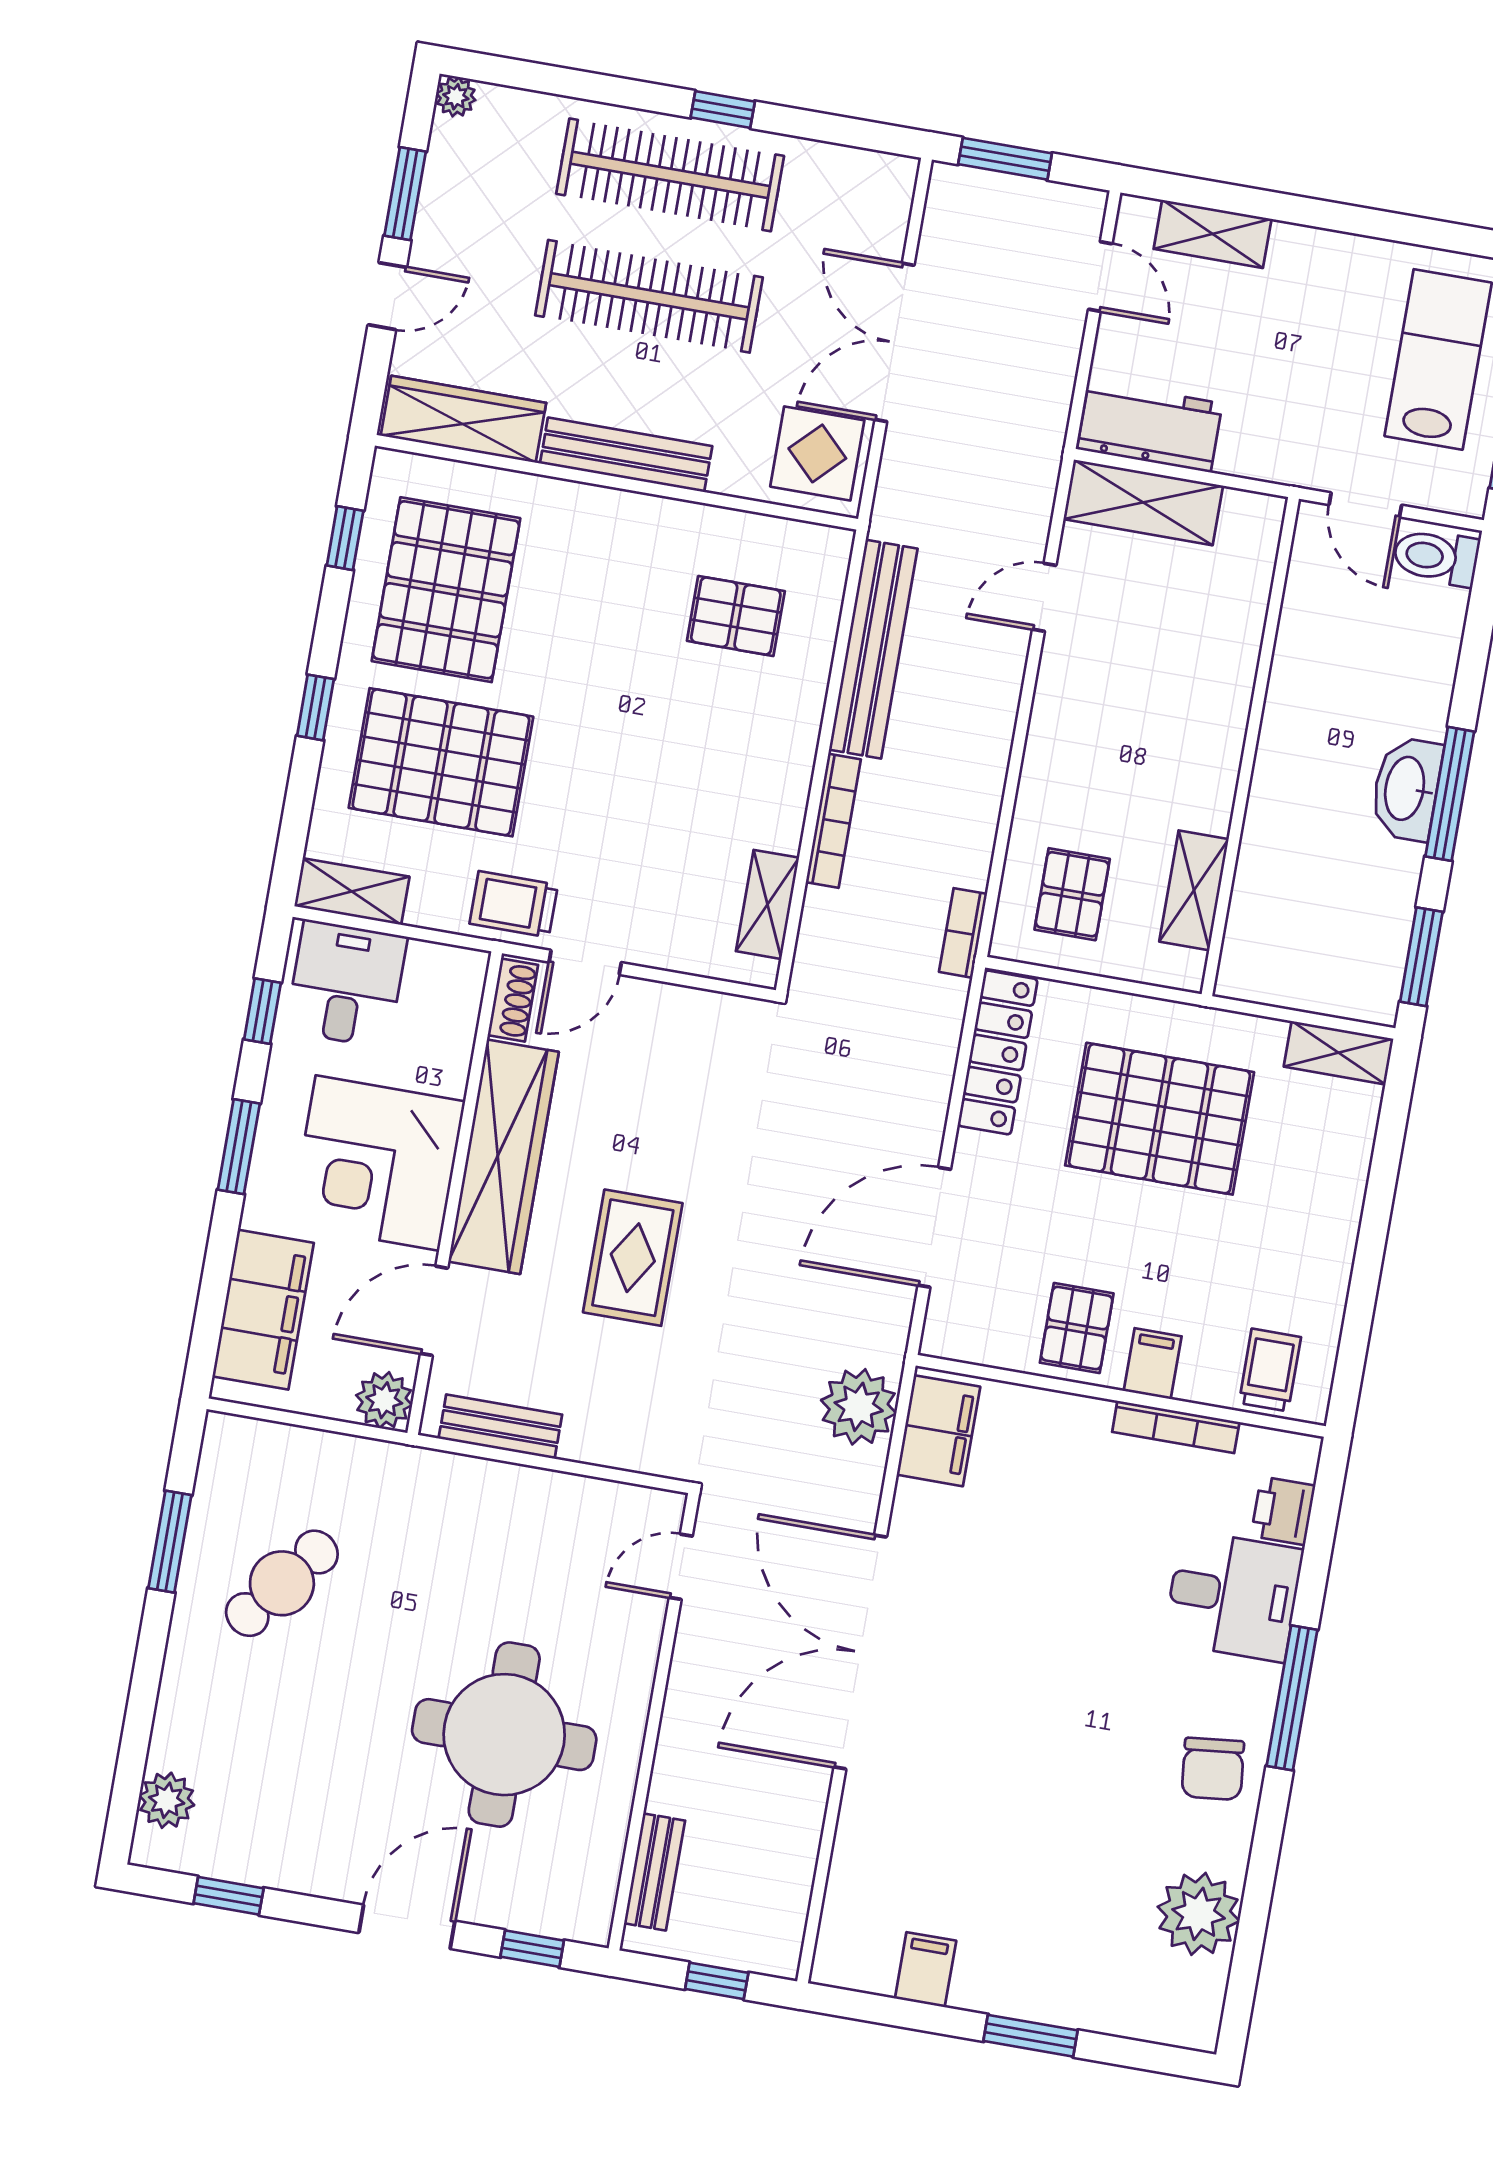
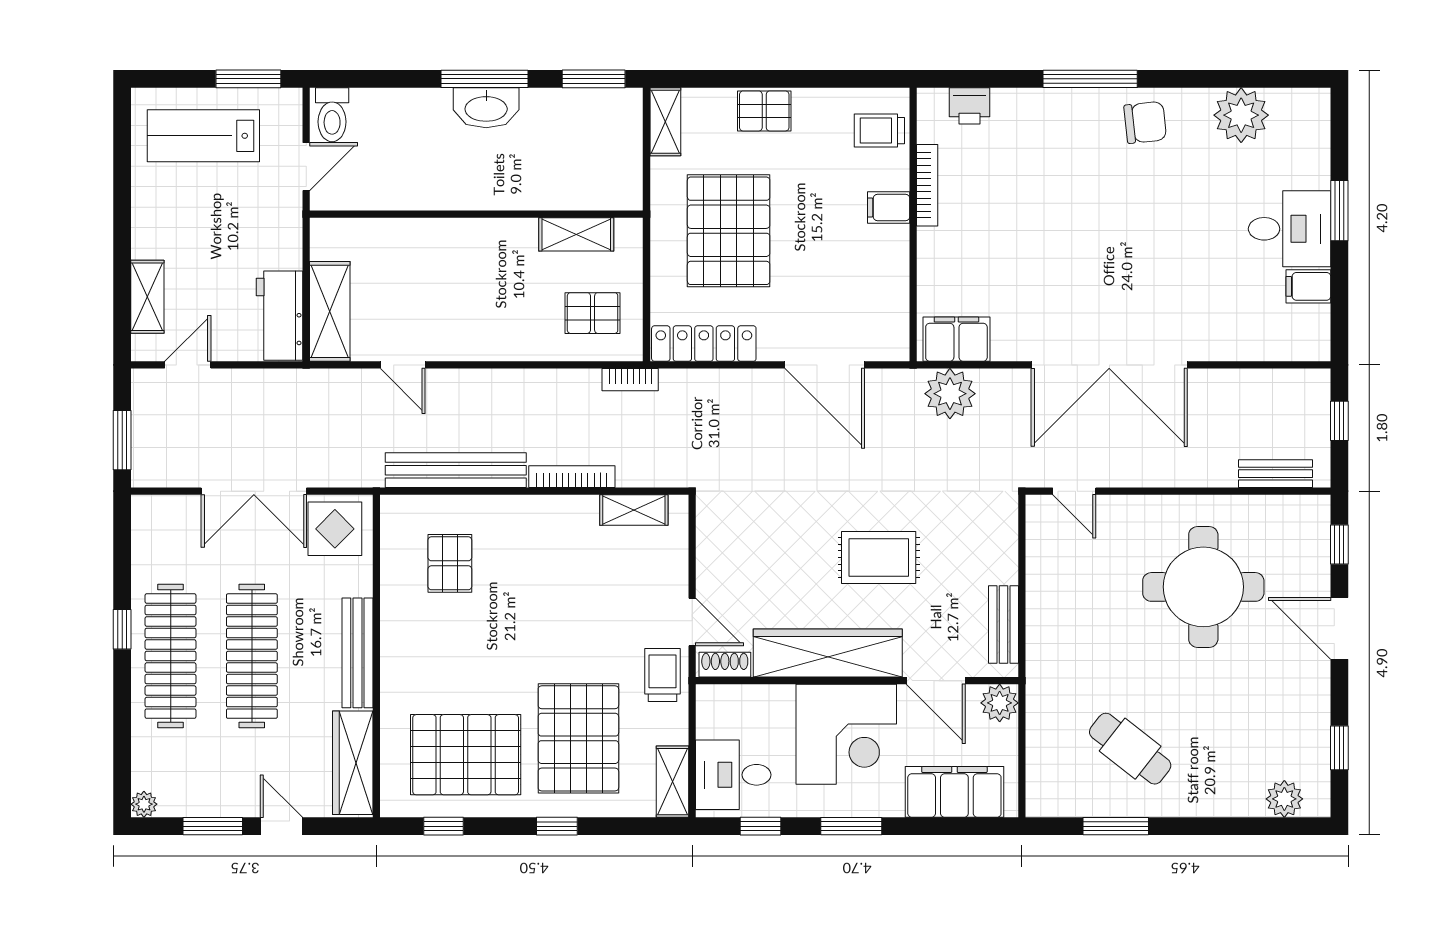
trolley: (514, 904) -> (662, 675), turned 180
pallet: (1077, 1328) -> (764, 111), moved
desk: (1233, 1596) -> (1290, 229), moved, turned 90

